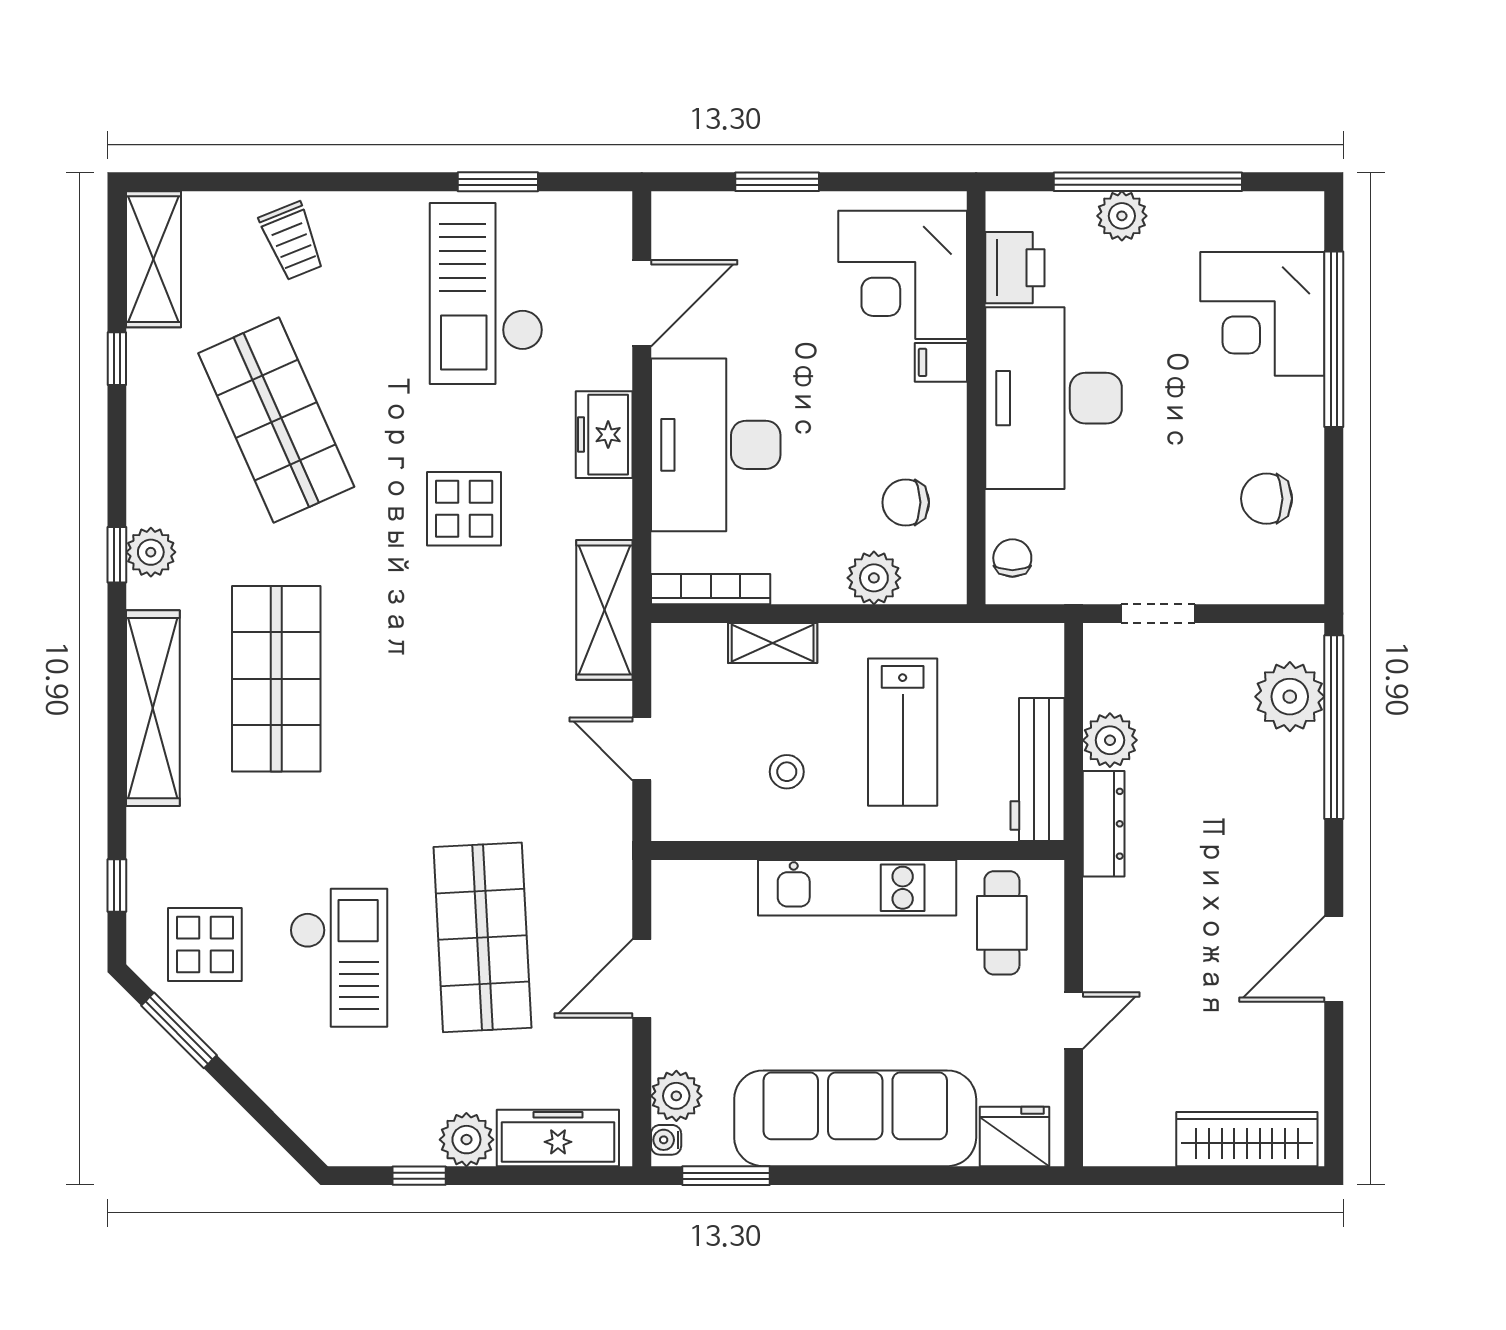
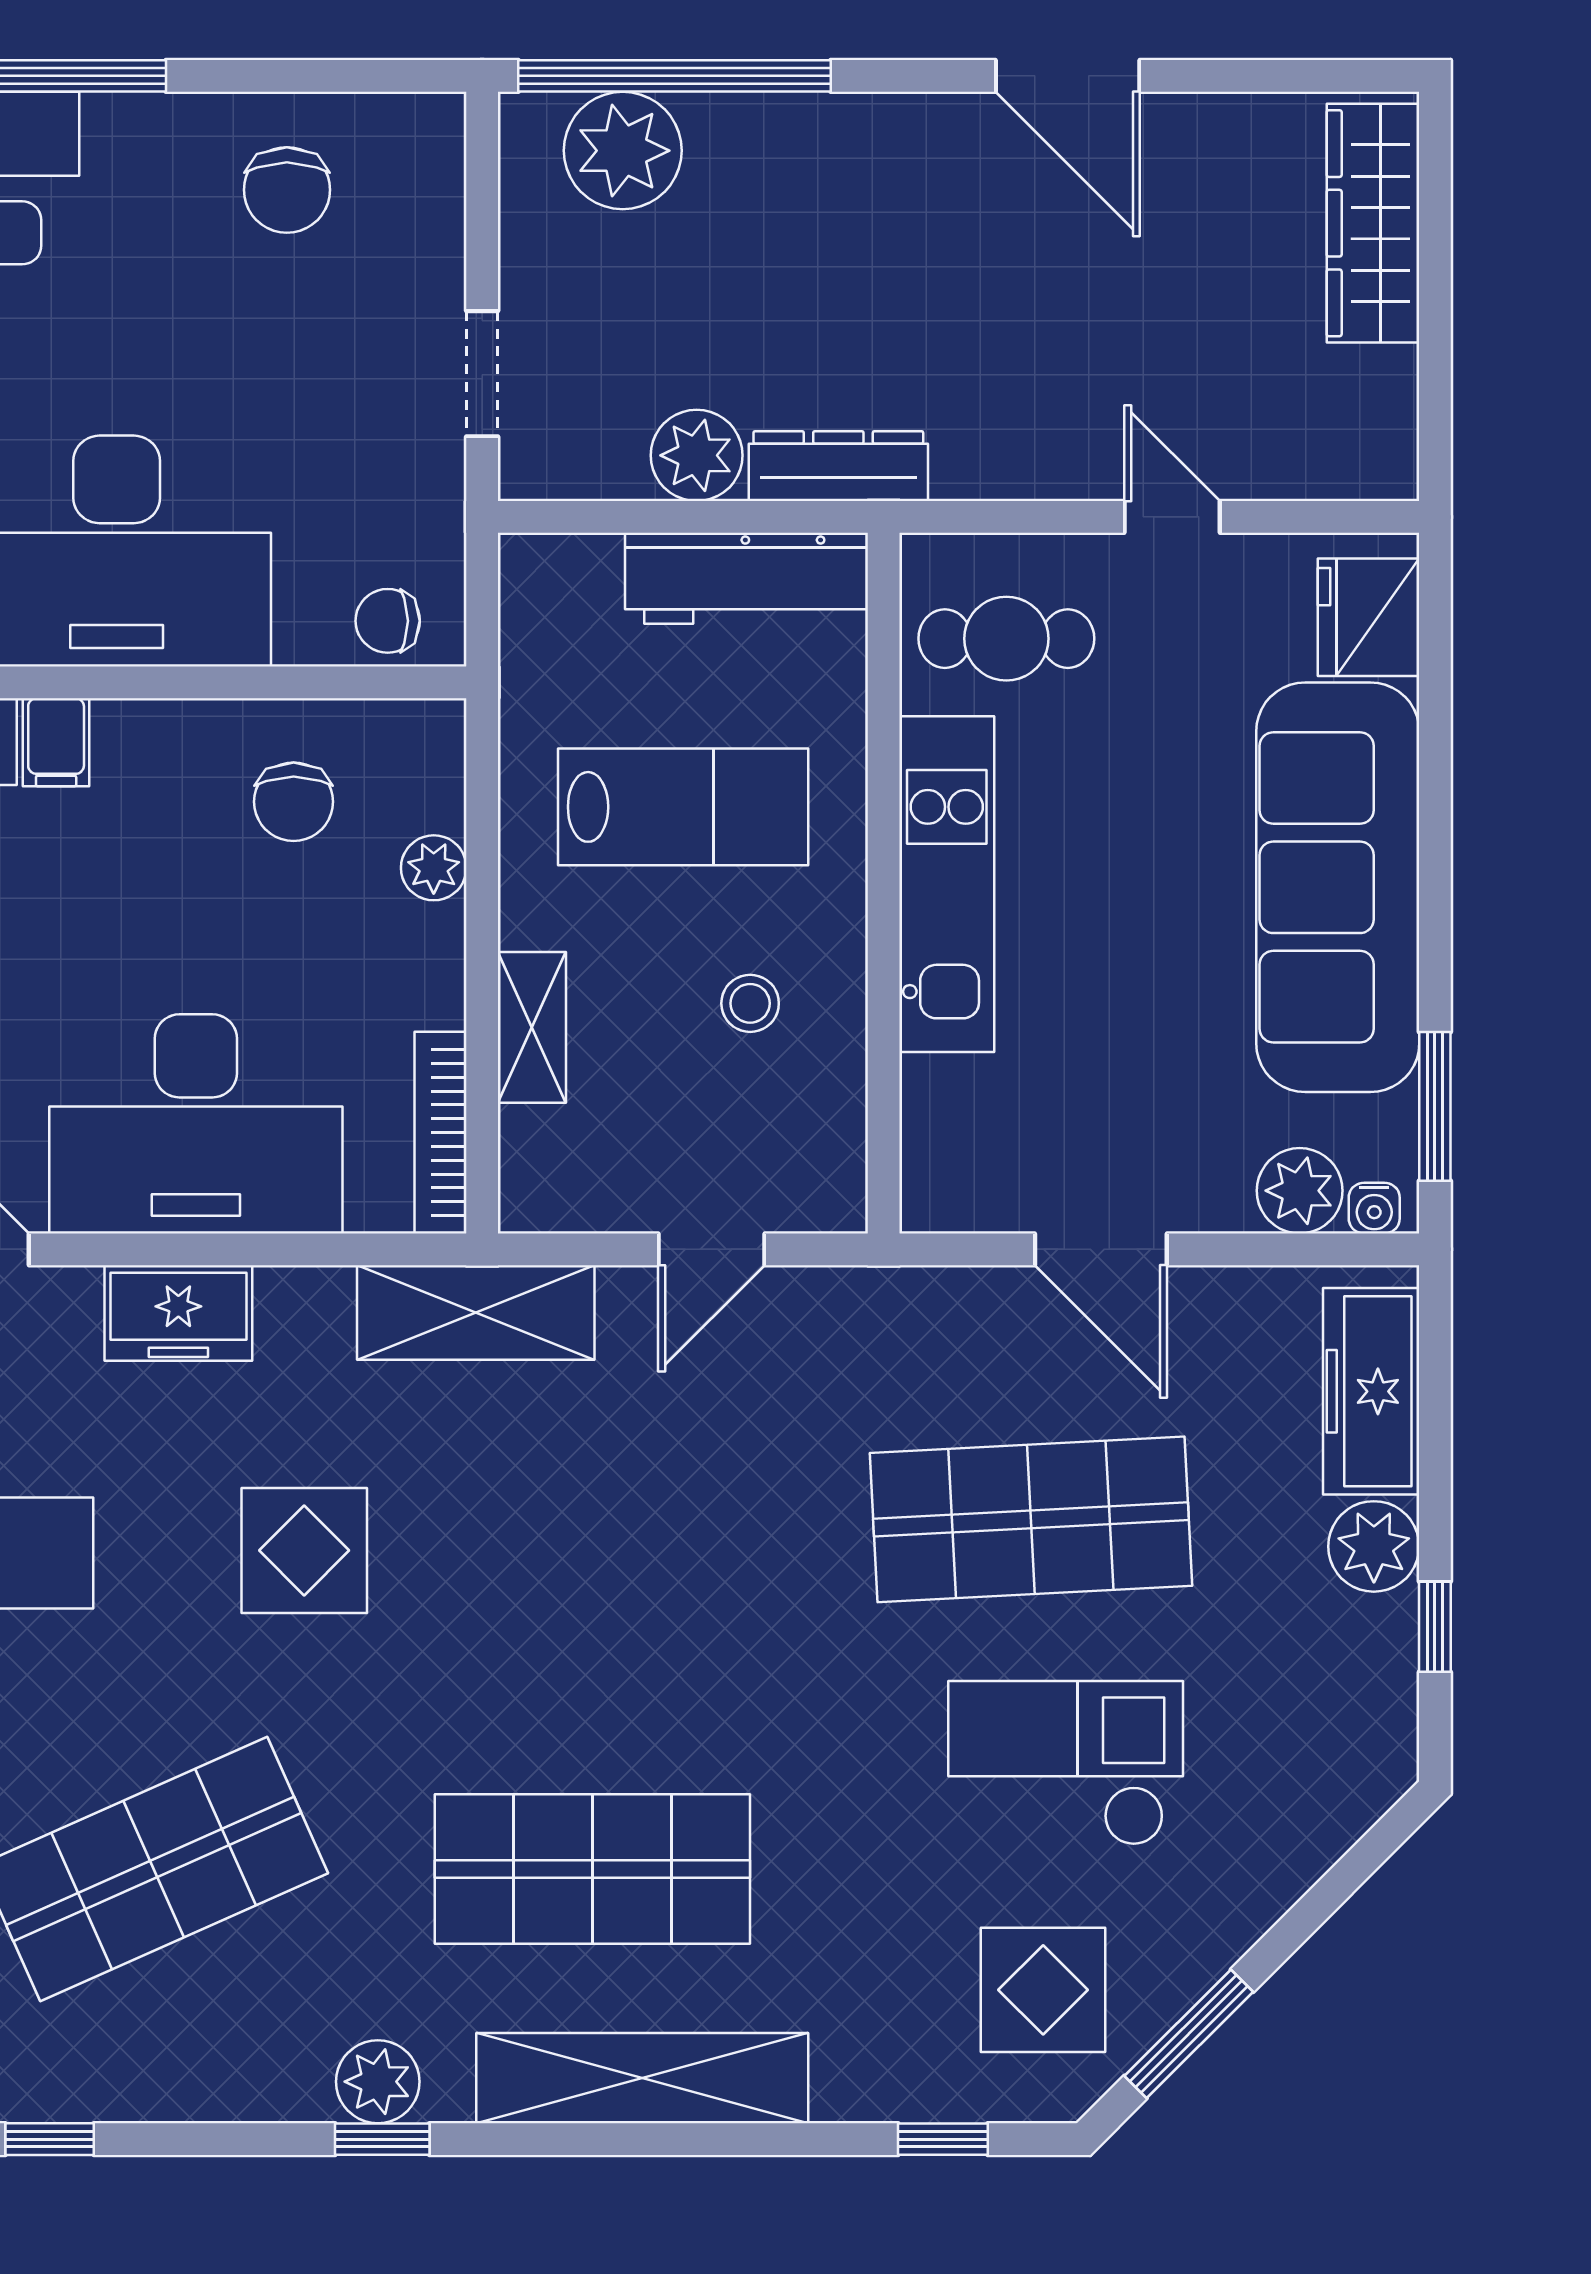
plant: (874, 578) -> (434, 868), width x0.73, depth x0.73

